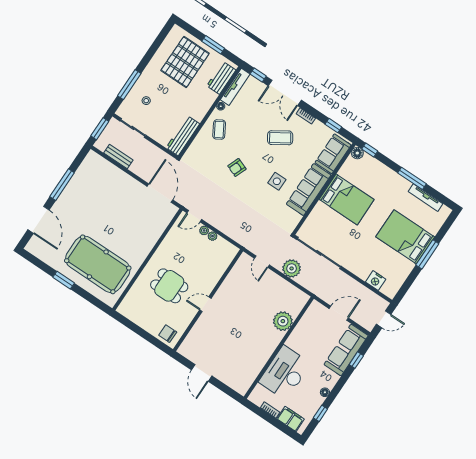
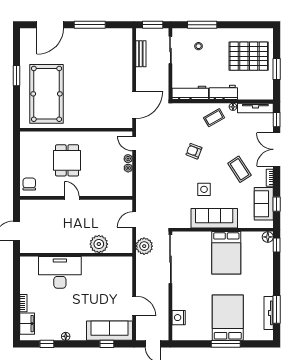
workbench: (221, 78) -> (223, 92), moved
sofa: (333, 154) -> (264, 204), moved, turned -90
window: (412, 178) -> (277, 309), moved
plant: (283, 321) -> (99, 244), moved
wall: (279, 348) -> (76, 255), moved
desk: (285, 373) -> (60, 272), moved

